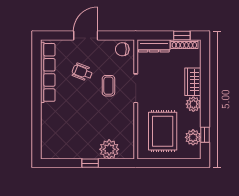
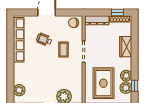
plant: (193, 104) -> (126, 76), moved
plant: (48, 141) -> (19, 90), added

